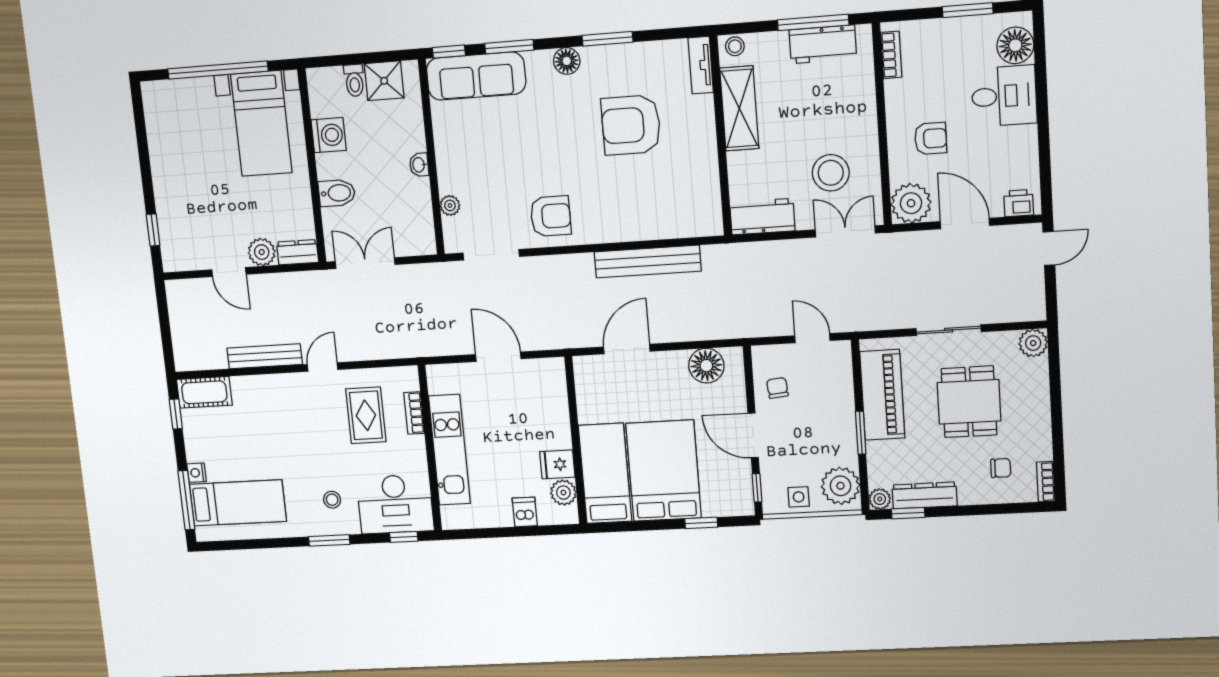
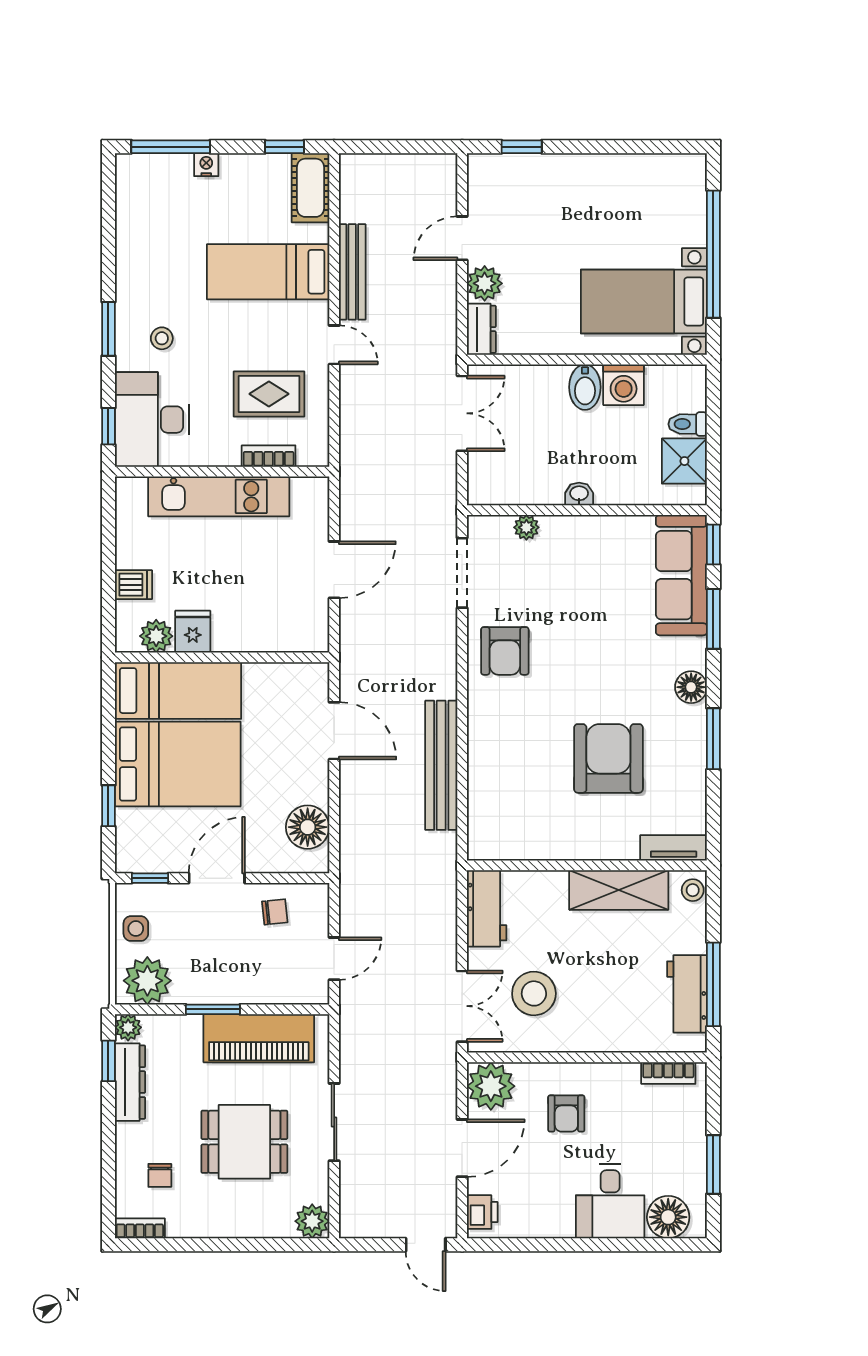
bidet: (337, 193) -> (585, 387), moved
bed: (238, 503) -> (268, 272), moved, turned 90

